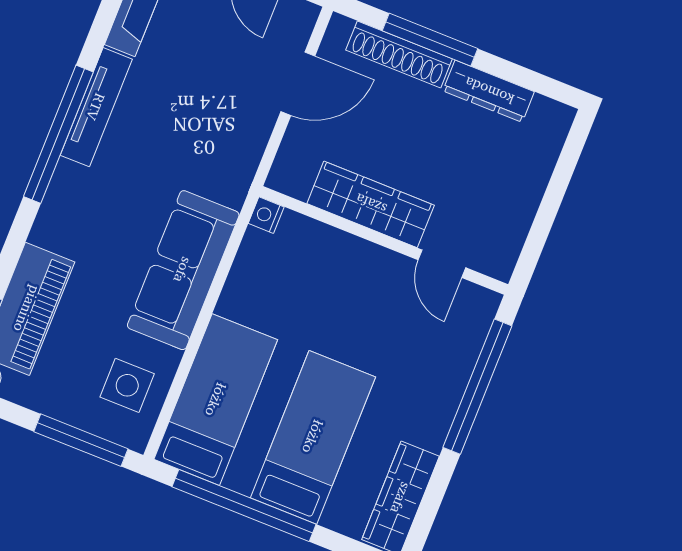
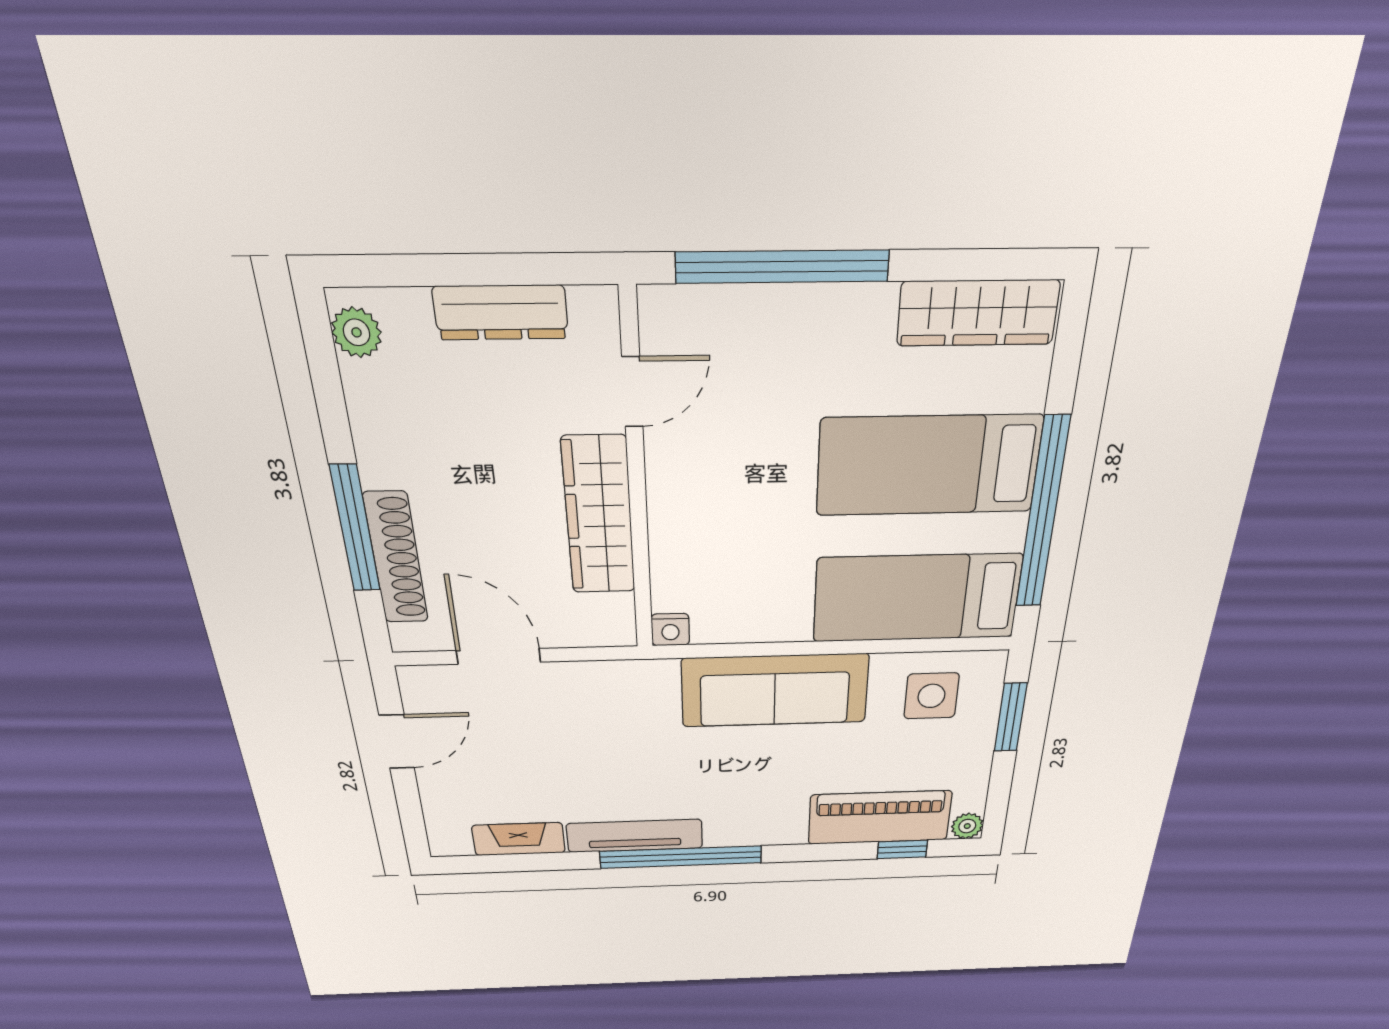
dresser: (489, 91) -> (501, 312), moved, turned 90
plant: (546, 114) -> (356, 332), added
window: (81, 440) -> (1011, 717), width x0.69

